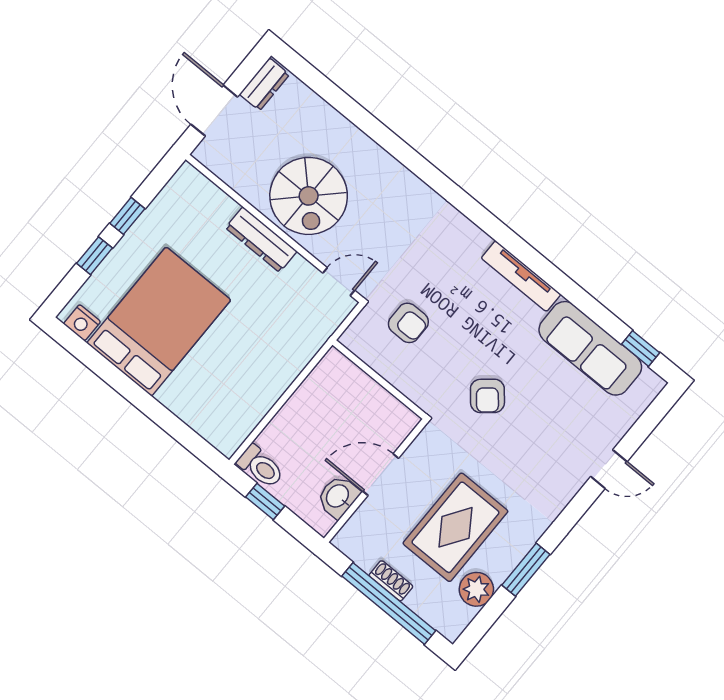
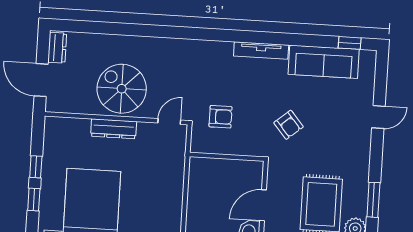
spiral stairs: (309, 196) -> (122, 89), turned 180

